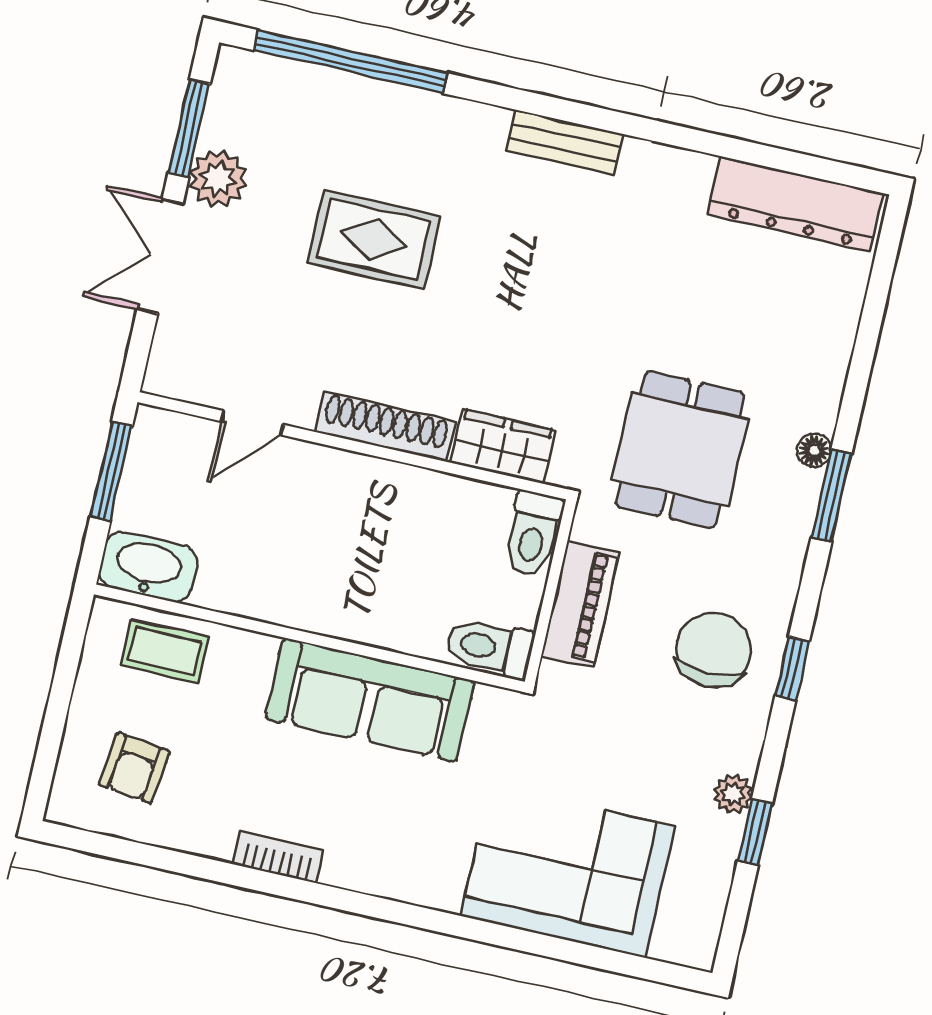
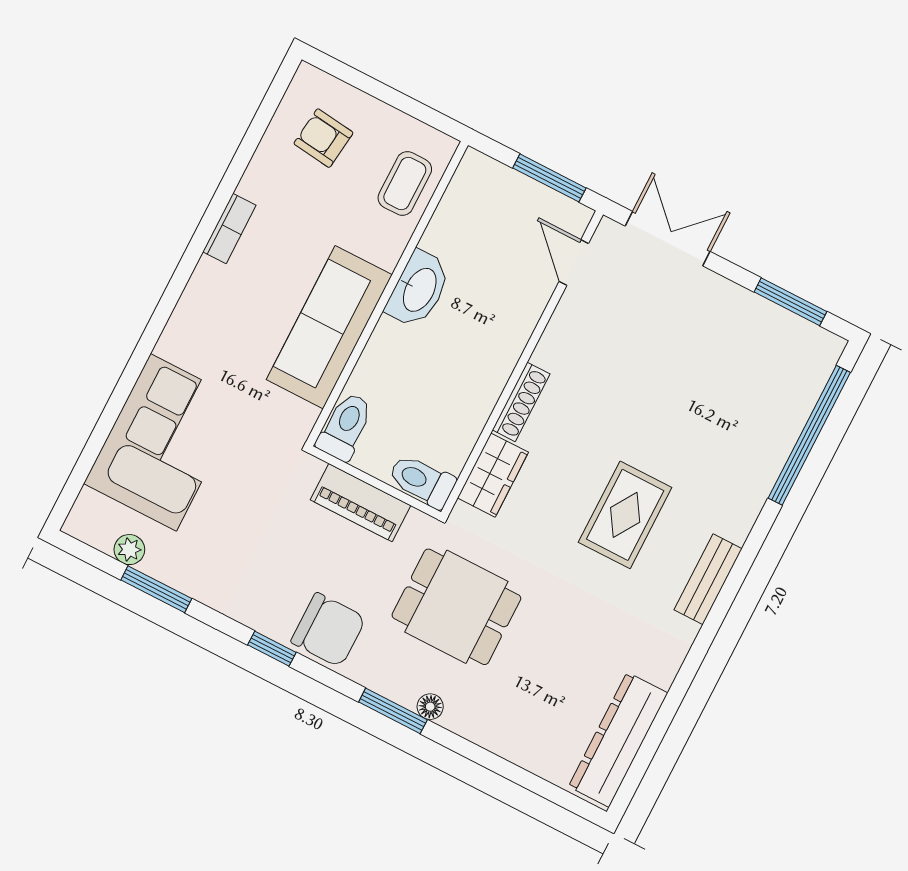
plant: (218, 179) -> (747, 314), removed
rug: (374, 239) -> (625, 515), moved
double door: (160, 256) -> (668, 239), moved
door: (252, 423) -> (574, 263), moved
shoe rack: (385, 427) -> (521, 402), width x0.74, depth x0.81
washbasin: (148, 567) -> (419, 289), moved
chair: (713, 650) -> (328, 630), moved
plant: (733, 794) -> (129, 550), moved
window: (755, 832) -> (156, 589), width x1.50

